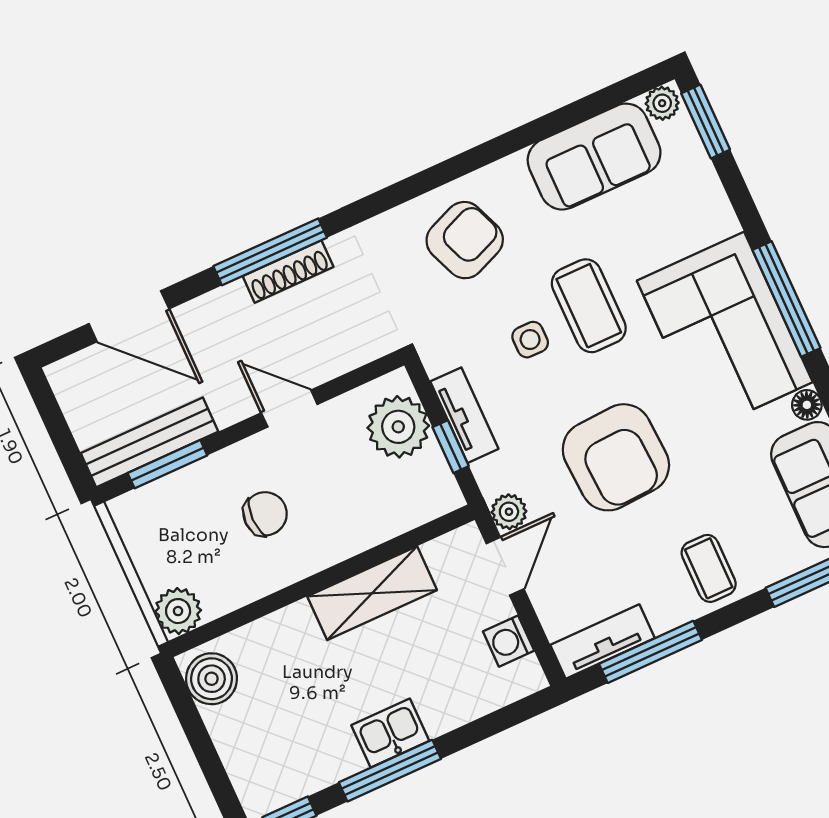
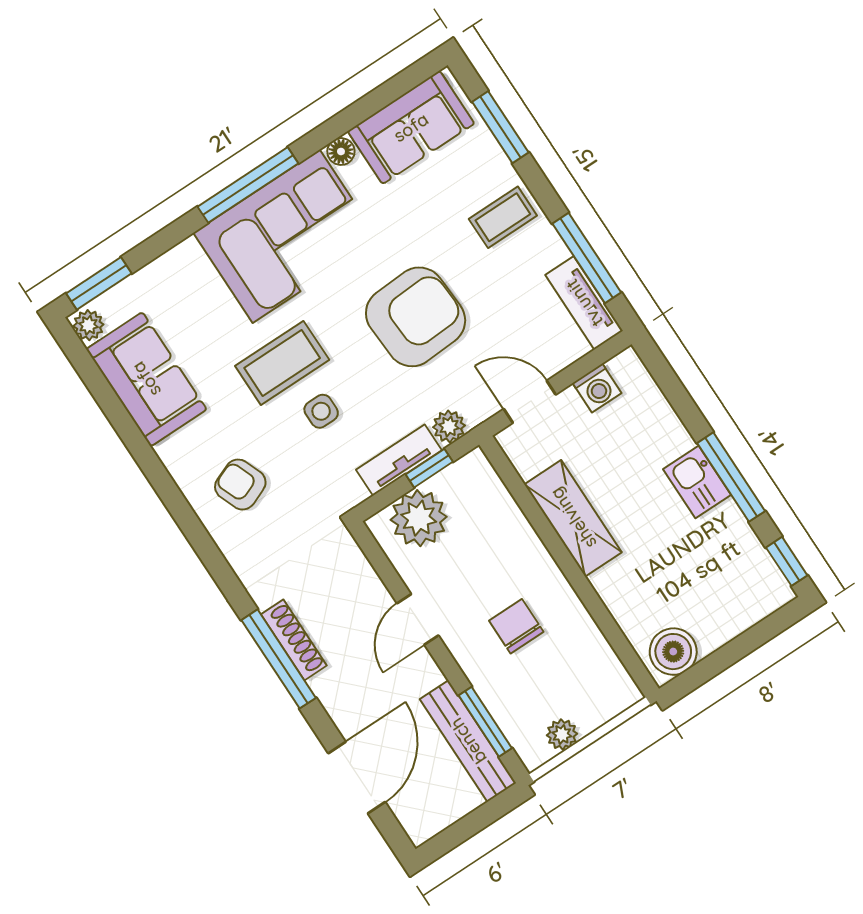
armchair: (465, 240) -> (240, 485), width x0.72, depth x0.72
plant: (509, 512) -> (449, 426), moved
plant: (178, 611) -> (562, 734), moved, width x0.73, depth x0.73

